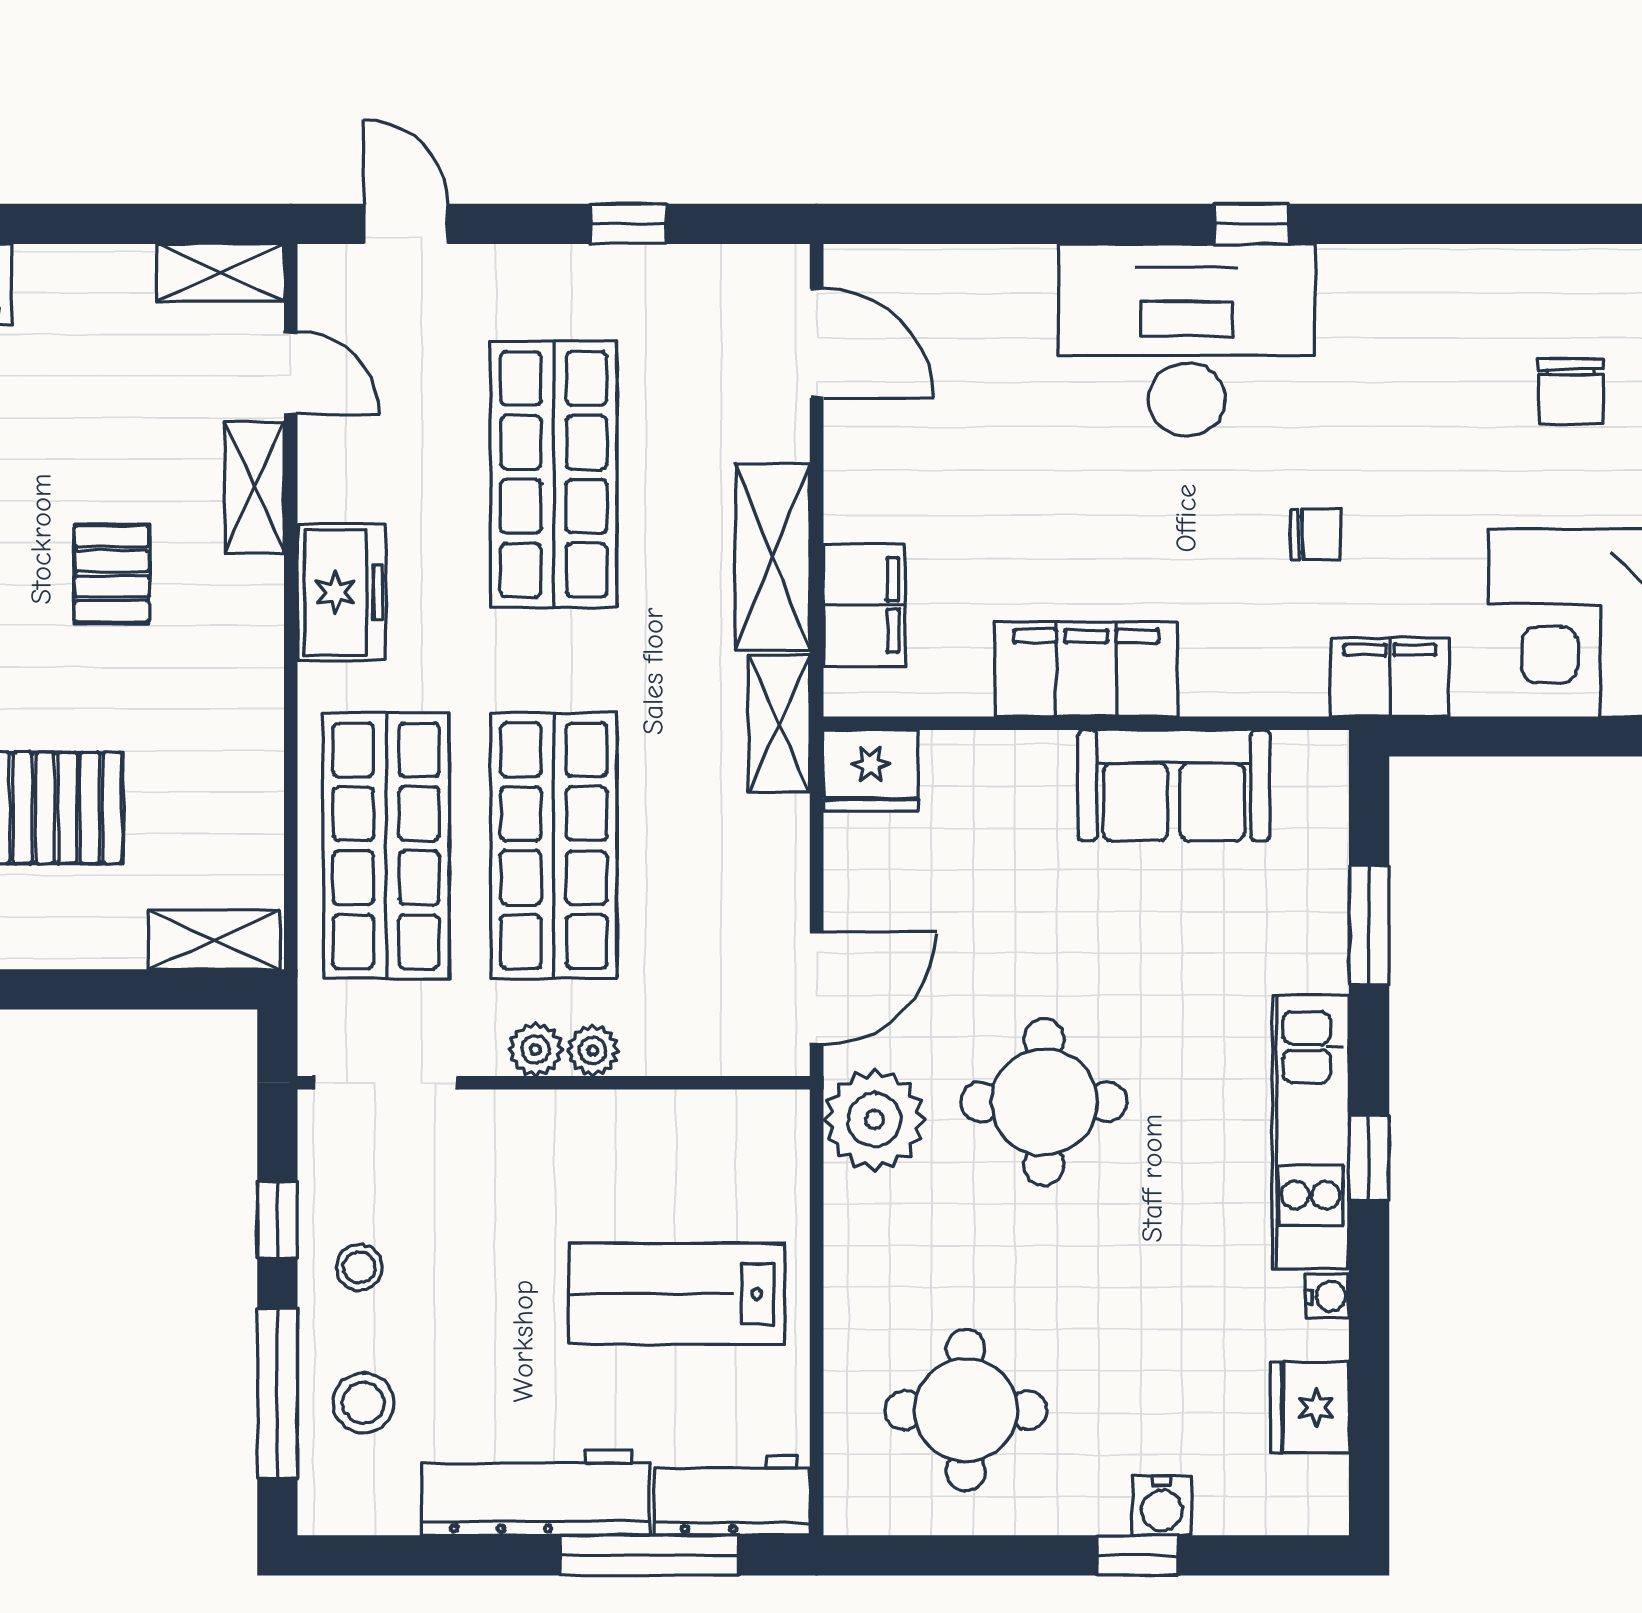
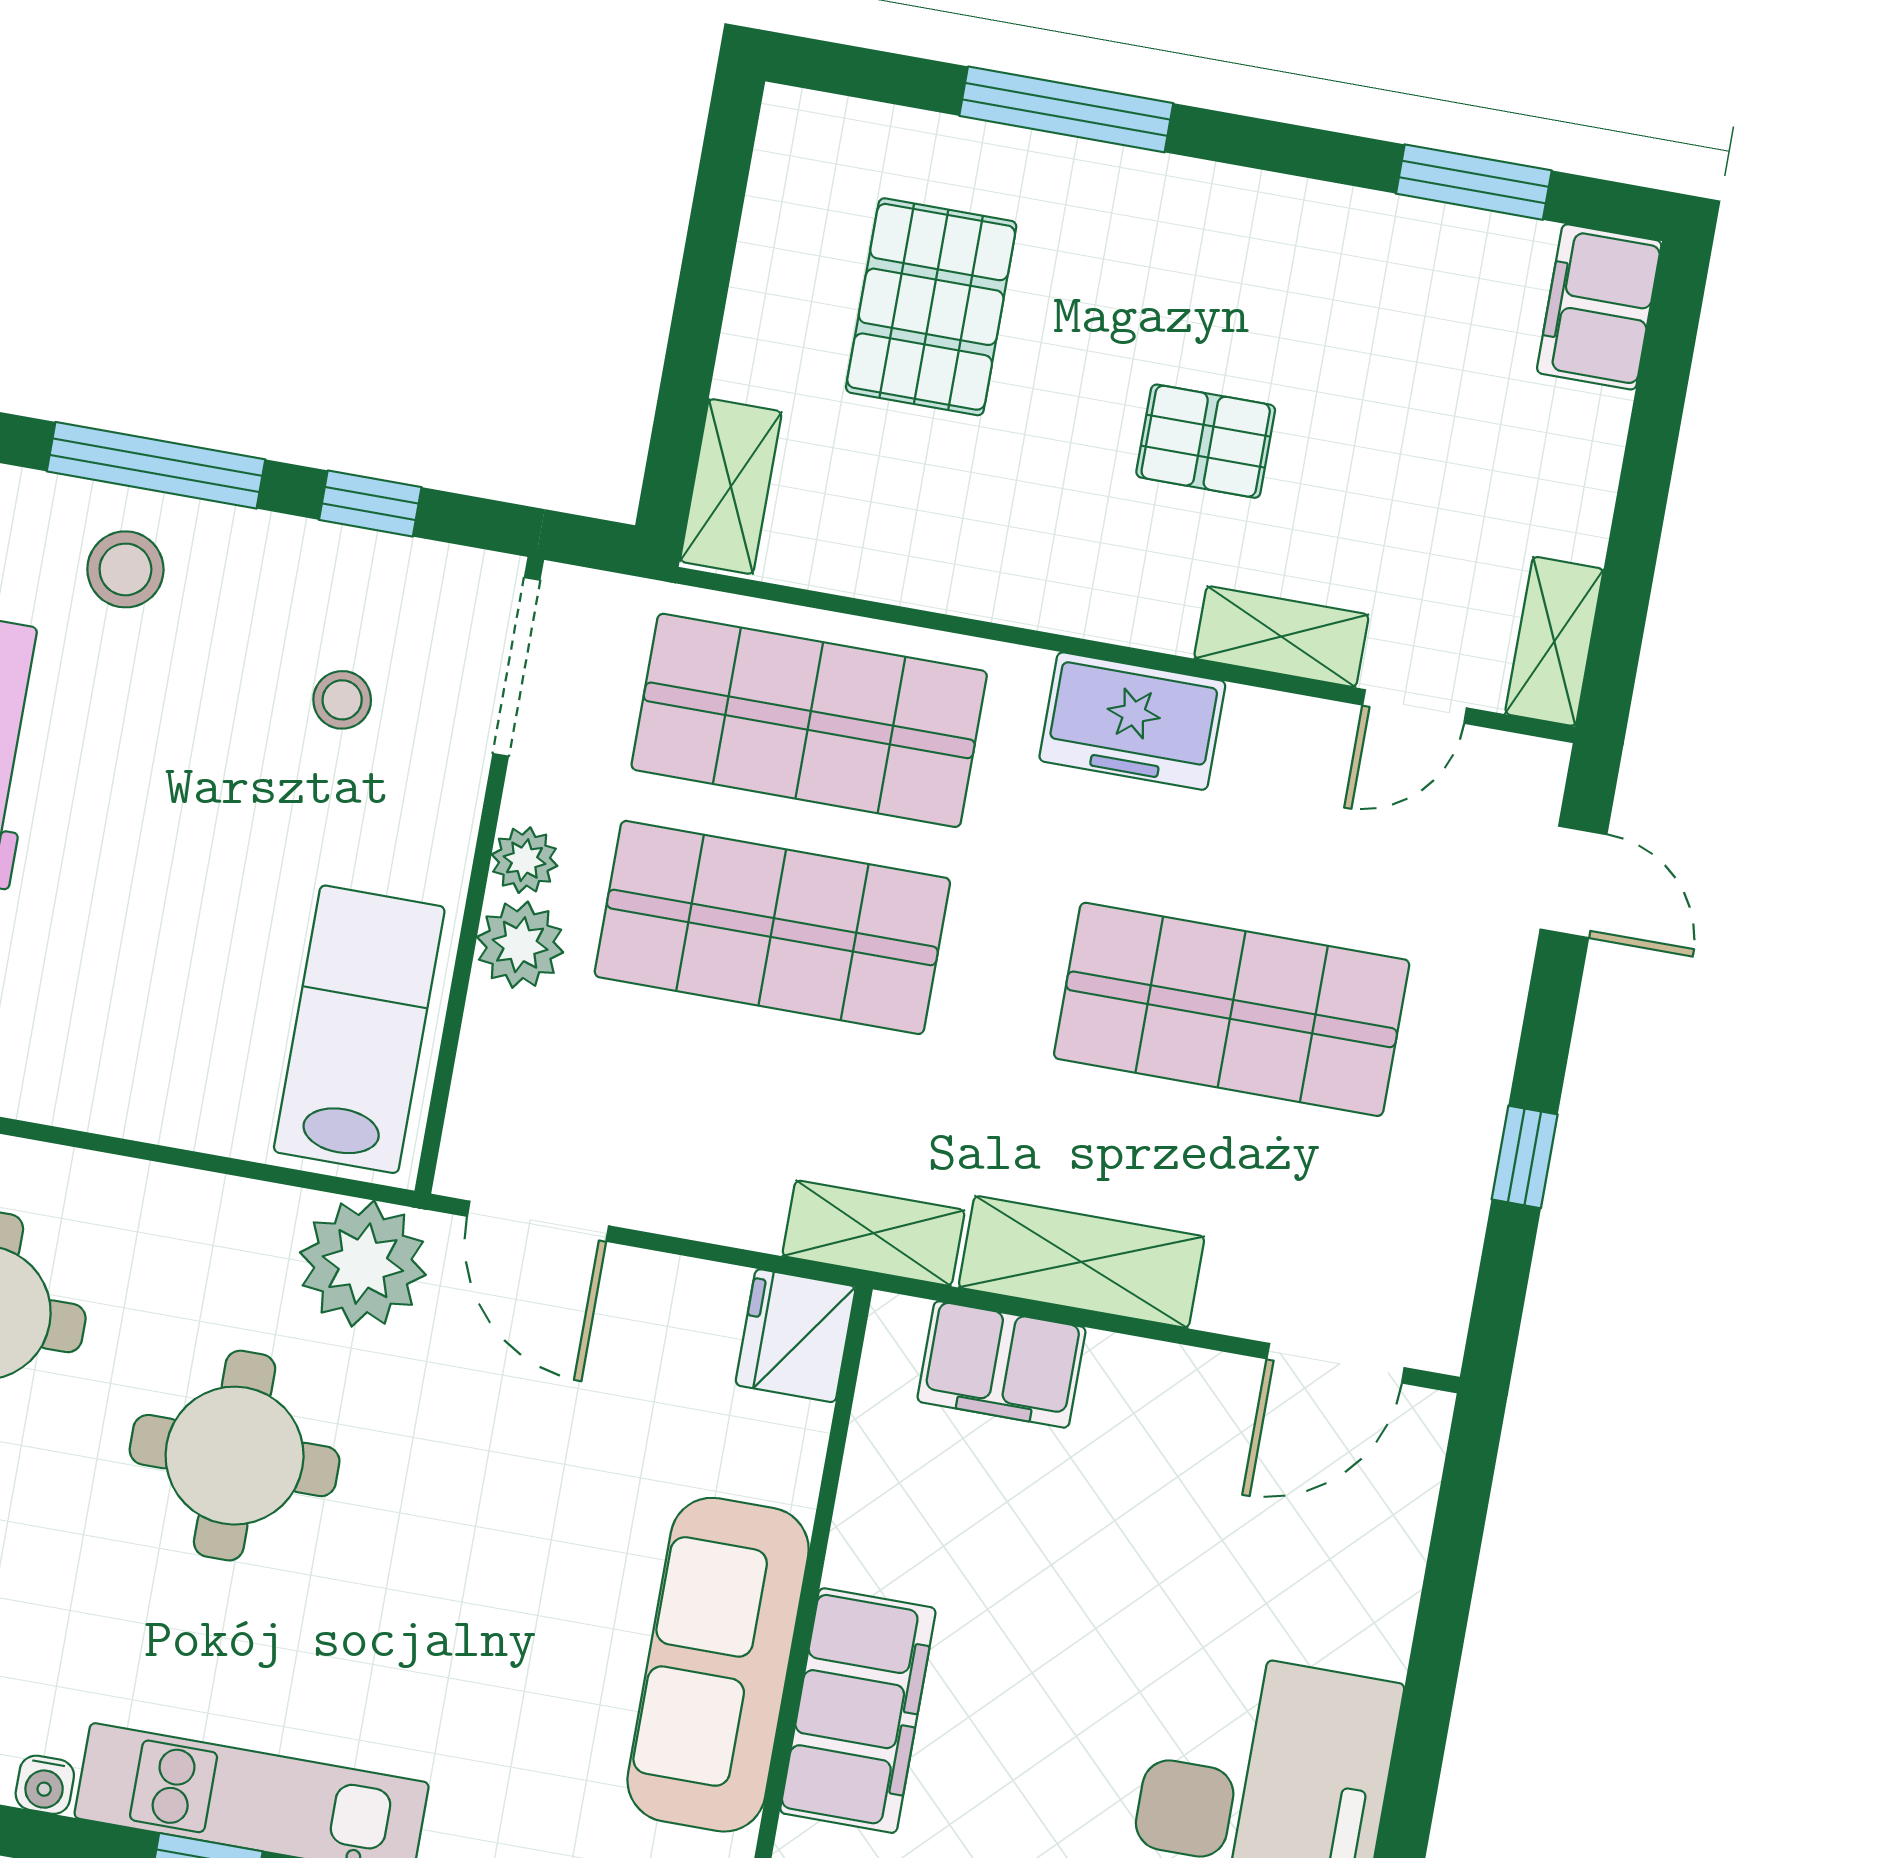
door: (406, 224) -> (1574, 882), hinge flipped
filing cabinet: (1086, 669) -> (858, 1711), moved
sofa: (1174, 785) -> (718, 1665), width x1.36
plant: (593, 1051) -> (520, 945), width x1.38, depth x1.38
round table: (1044, 1102) -> (235, 1456), moved
stool: (359, 1267) -> (342, 700), moved
lab bench: (677, 1294) -> (359, 1029), moved

